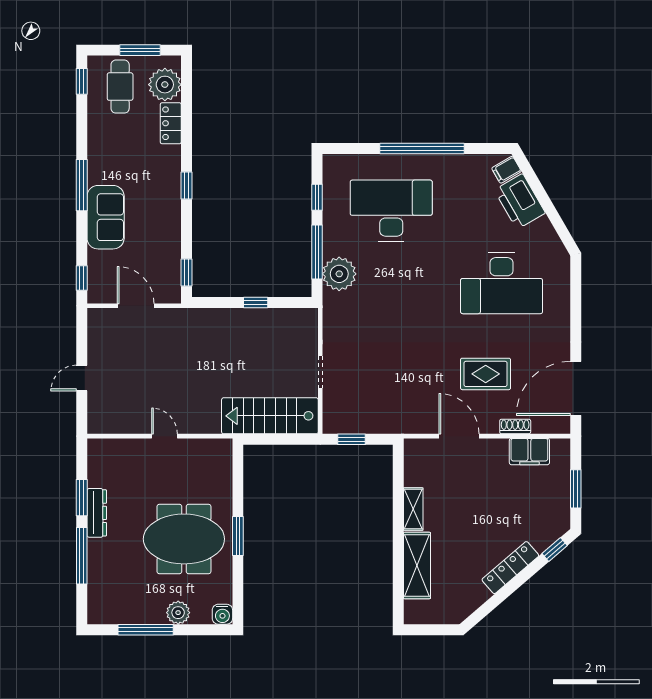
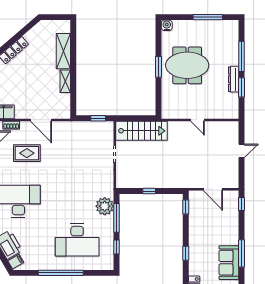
sofa: (106, 217) -> (229, 263), moved
plant: (178, 613) -> (190, 26), removed

